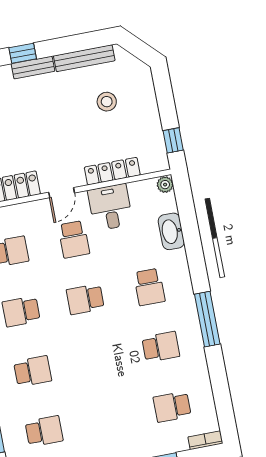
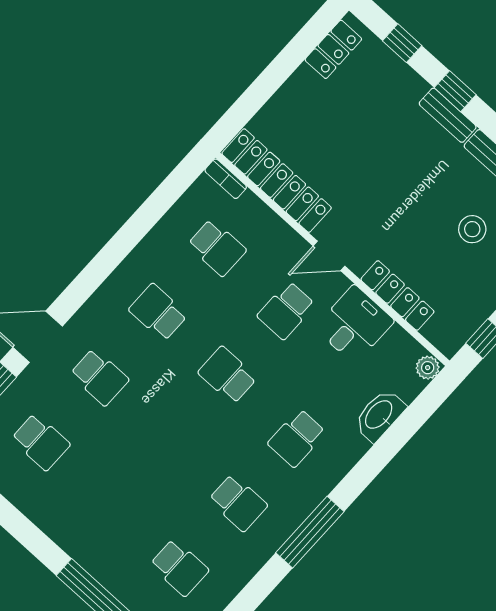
school desk: (172, 407) -> (179, 568), turned 180

